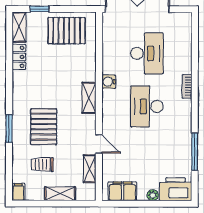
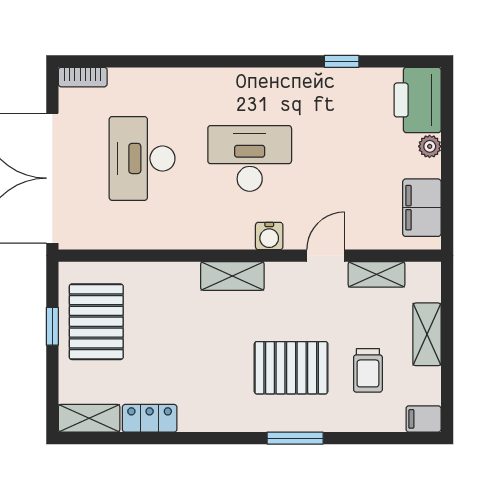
window: (39, 9) -> (52, 326), moved
desk: (147, 53) -> (142, 158), turned -90
water cooler: (109, 82) -> (269, 236), moved
bookcase: (187, 86) -> (83, 77), moved
desk: (147, 106) -> (250, 158), turned 180
window: (195, 152) -> (342, 61), width x0.46

